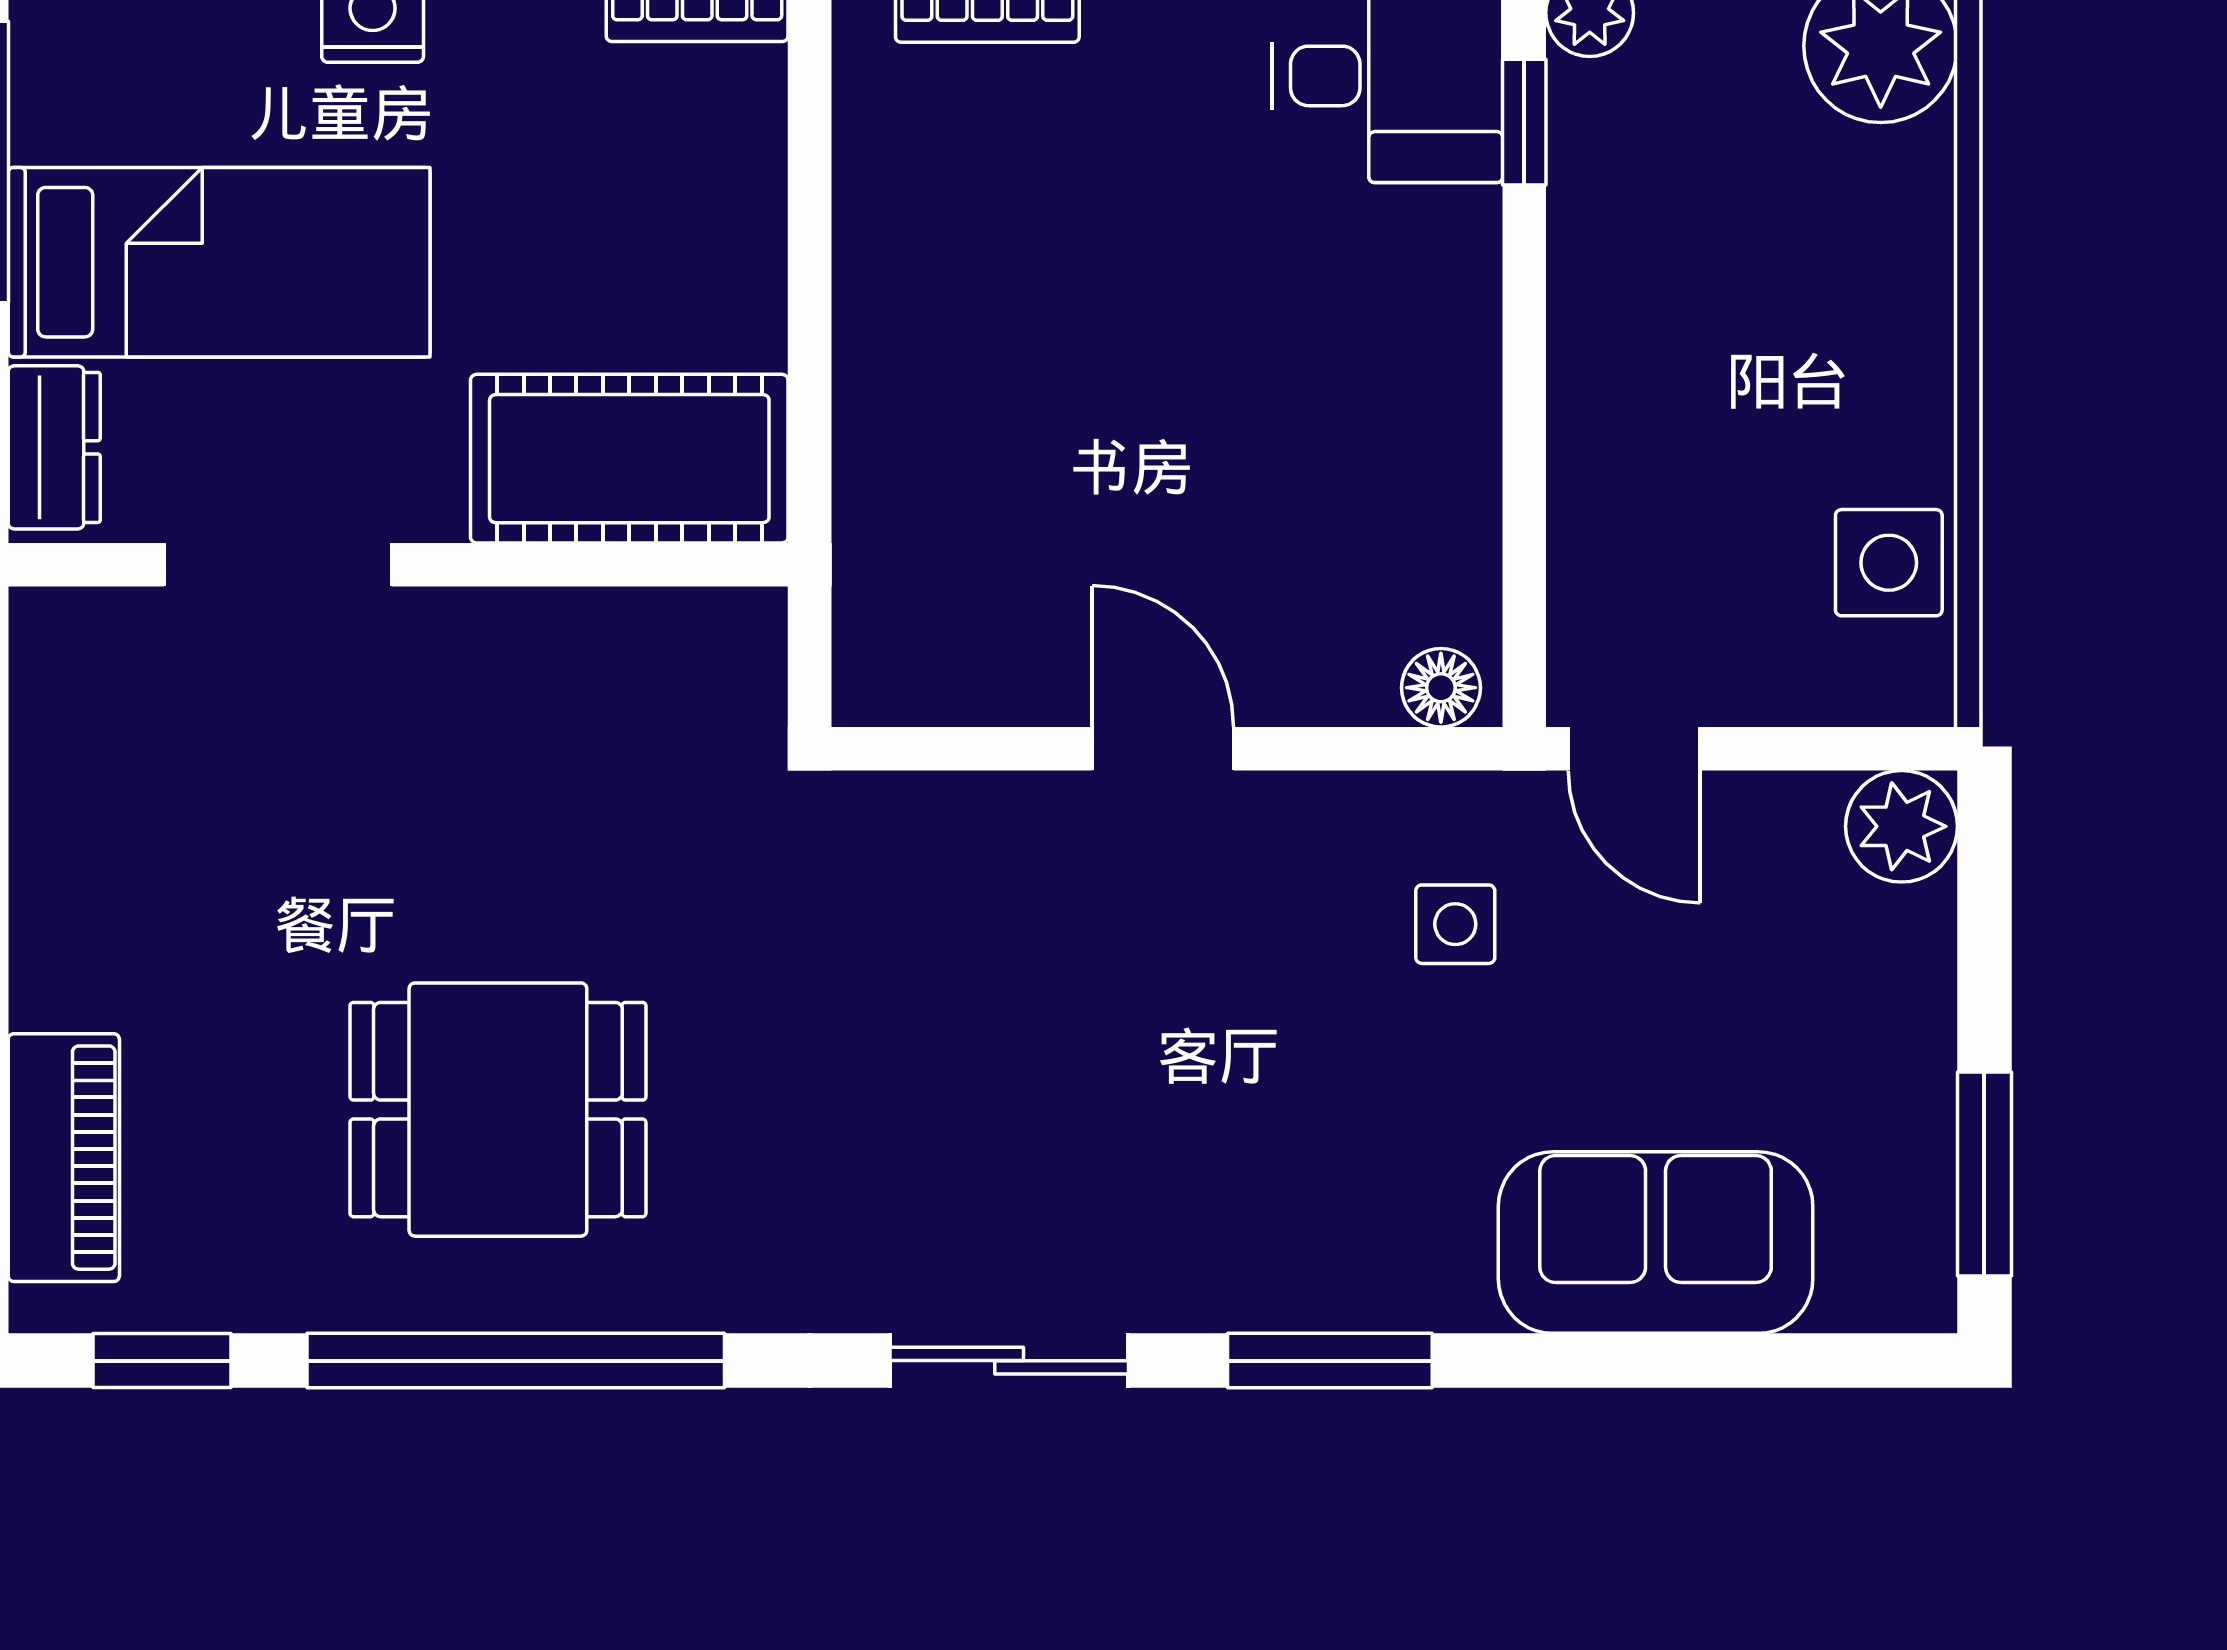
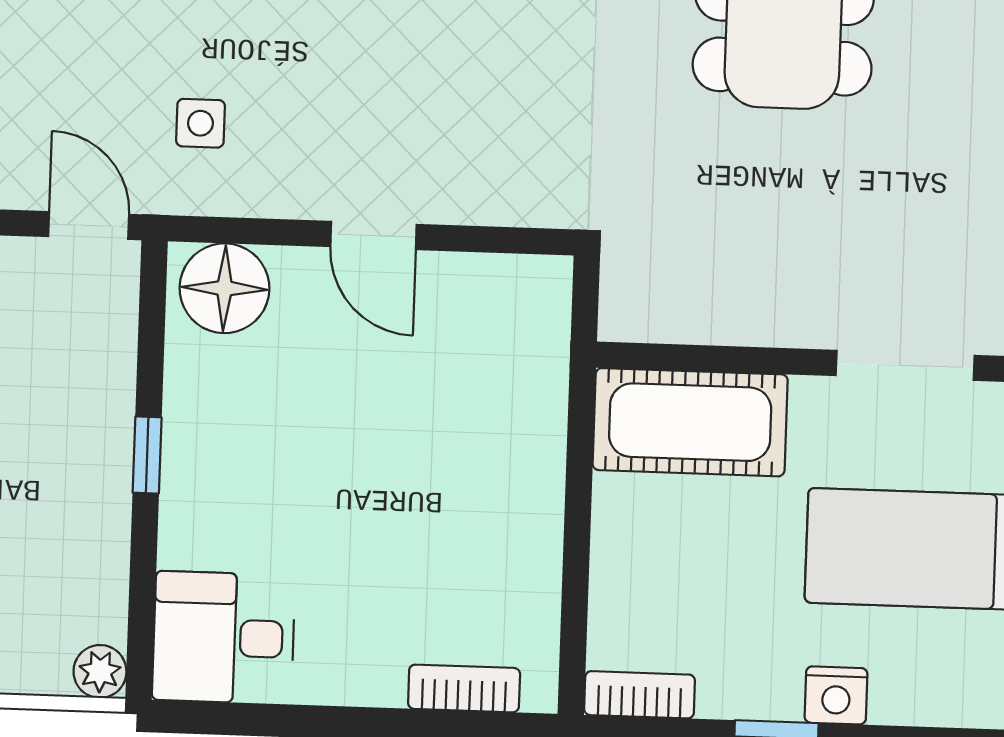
window: (1524, 122) -> (147, 455), moved
floor lamp: (1441, 688) -> (224, 288), width x1.89, depth x1.89

